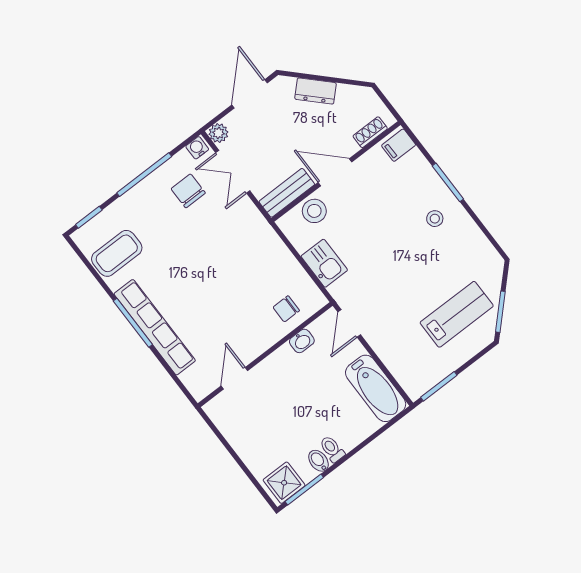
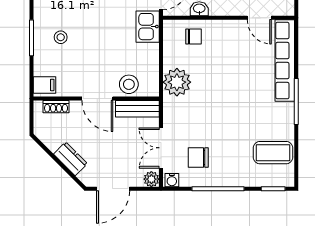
double door: (233, 172) -> (161, 148), swing flipped
chair: (188, 191) -> (198, 158), turned 90
stool: (435, 219) -> (61, 37), moved
plant: (268, 250) -> (177, 82), added
kitchen sink: (324, 263) -> (148, 27), moved
row of seats: (155, 327) -> (285, 61), moved
door: (234, 378) -> (259, 18), hinge flipped

